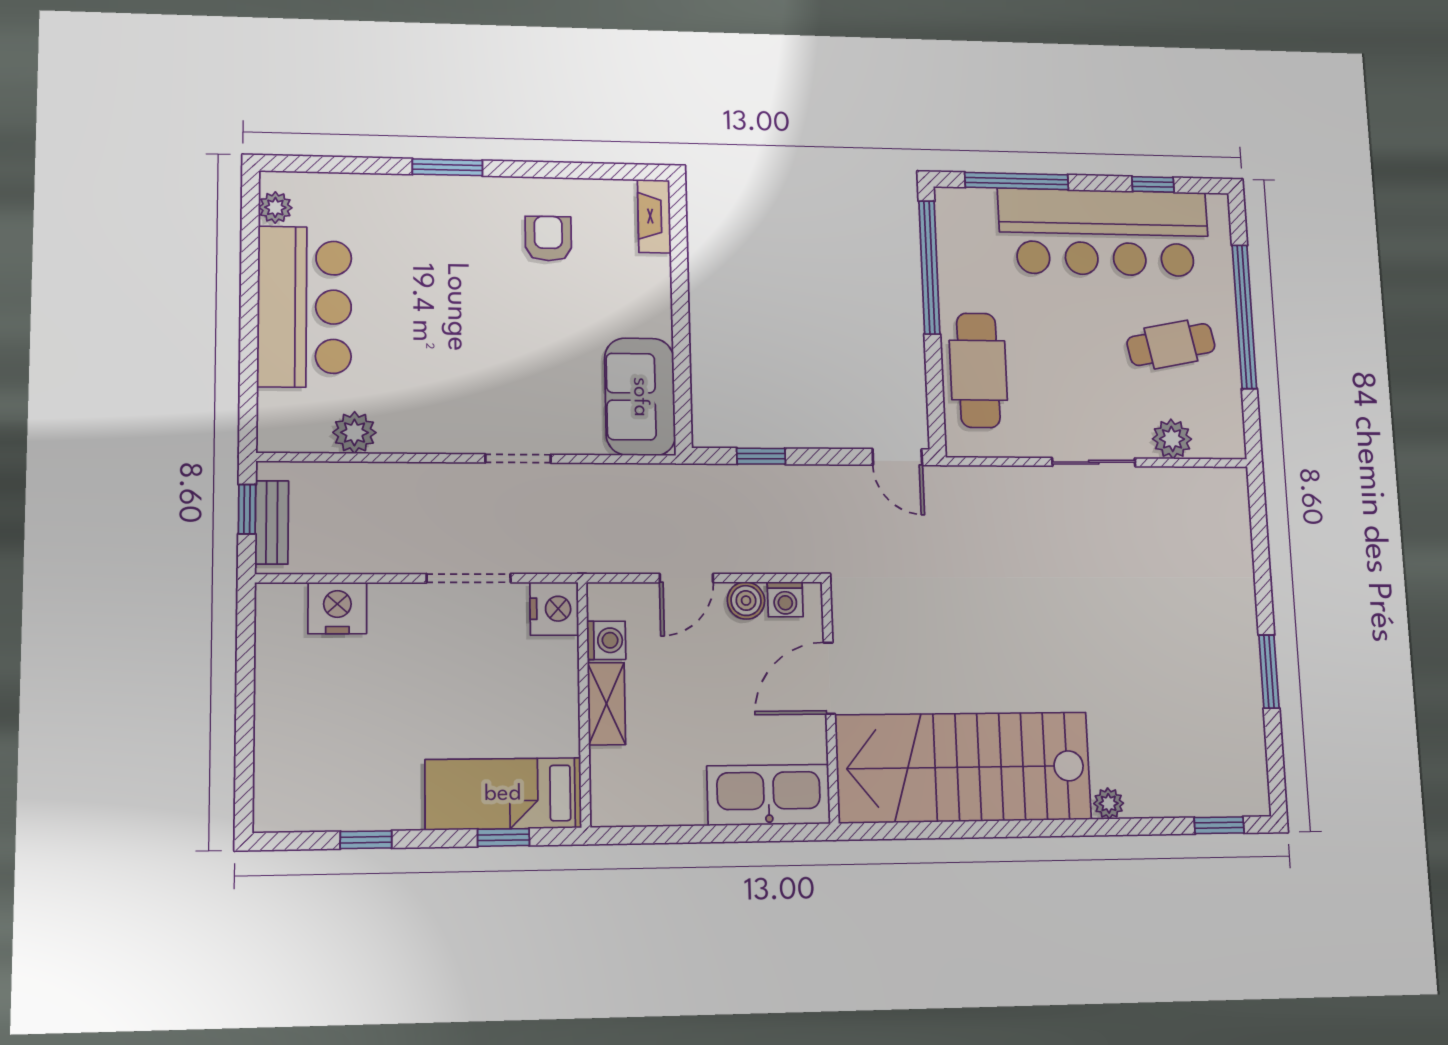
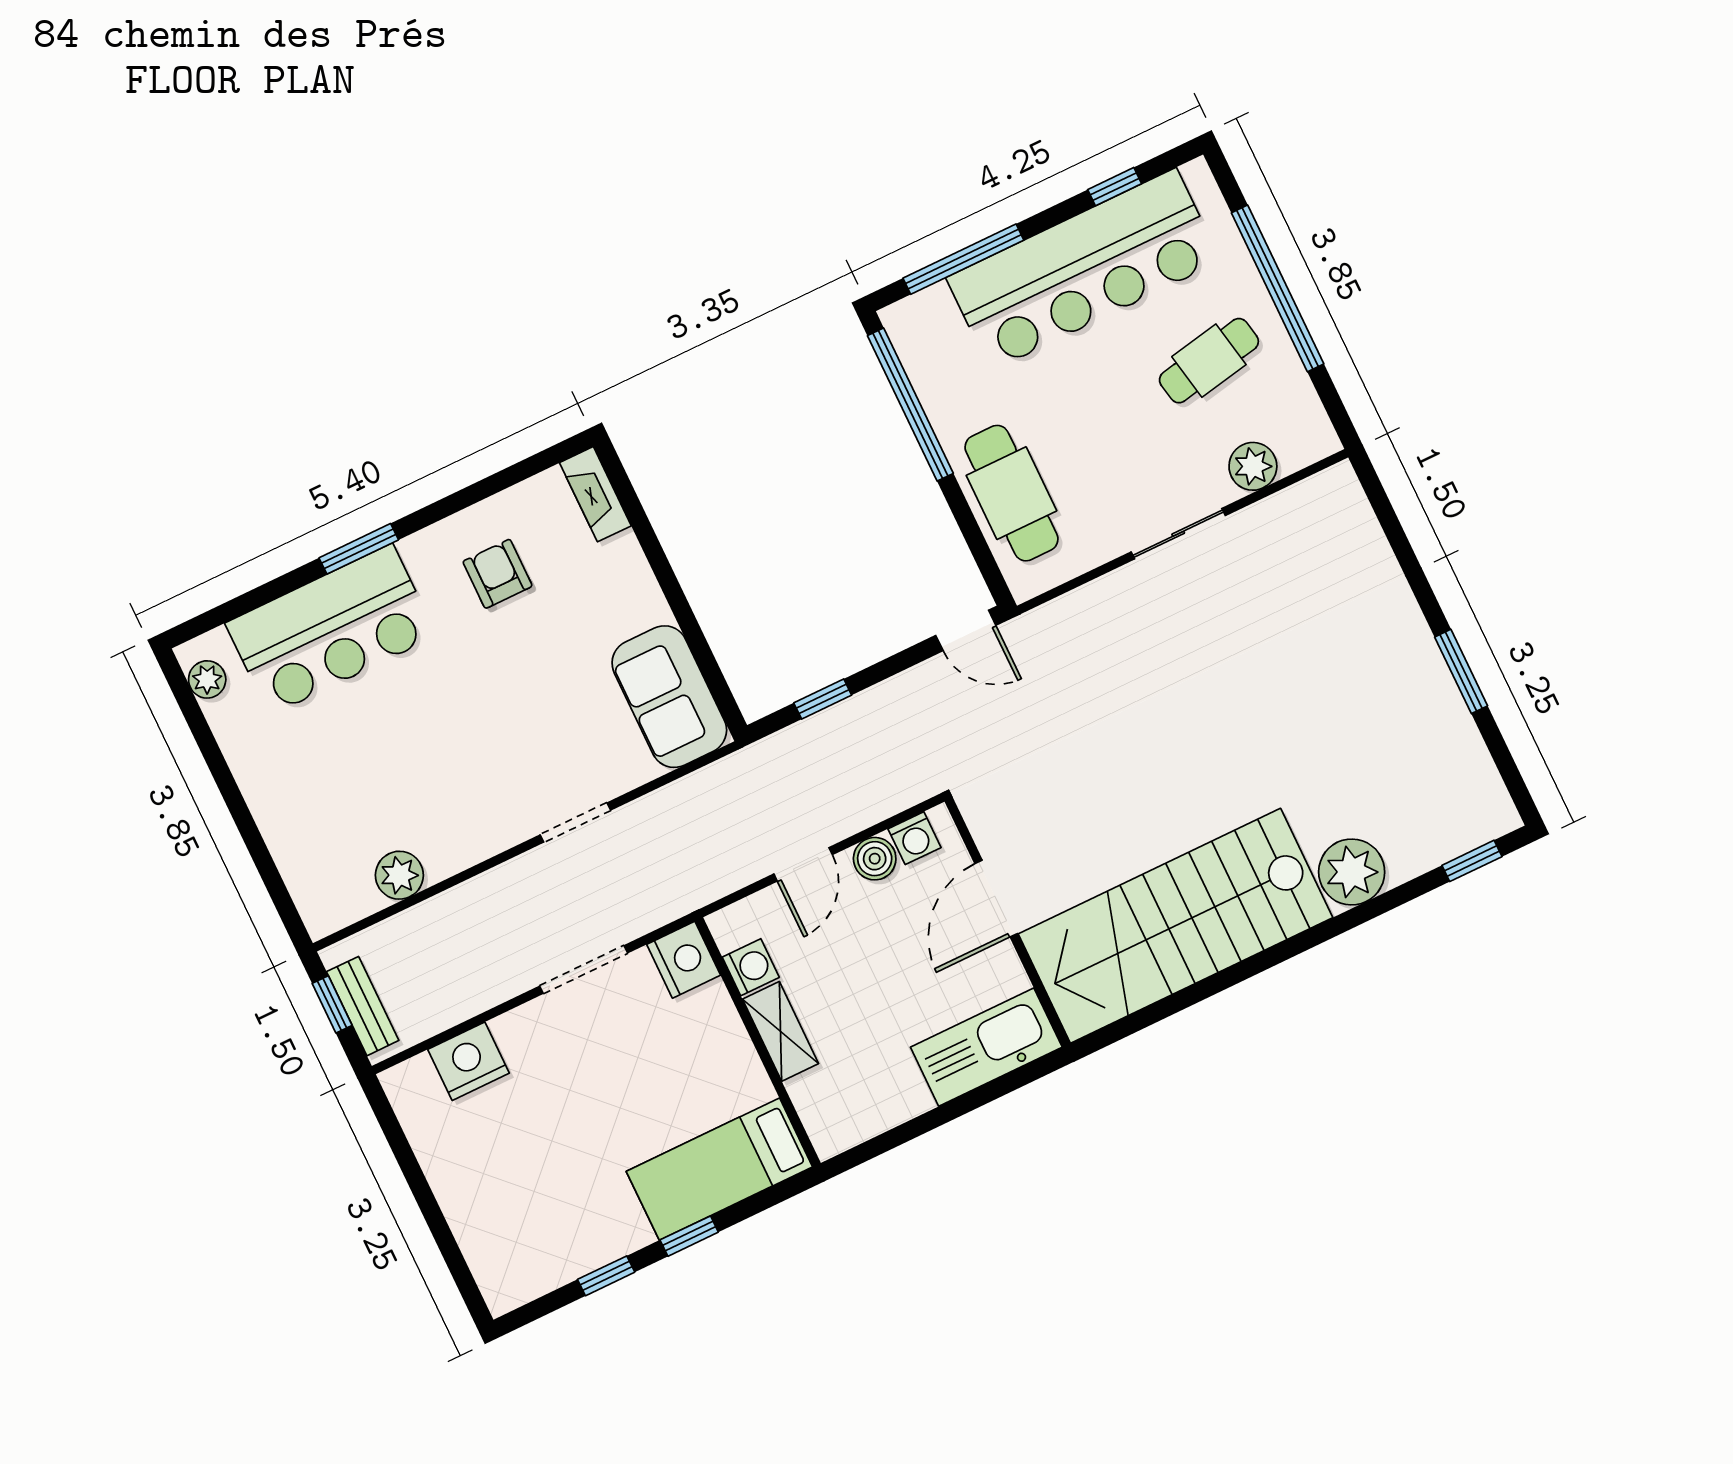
bar counter: (304, 307) -> (331, 630), moved, turned 90
plant: (1109, 803) -> (1352, 872), width x1.88, depth x1.88
window: (504, 837) -> (689, 1236), moved

